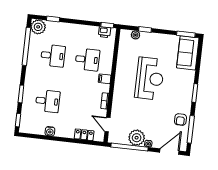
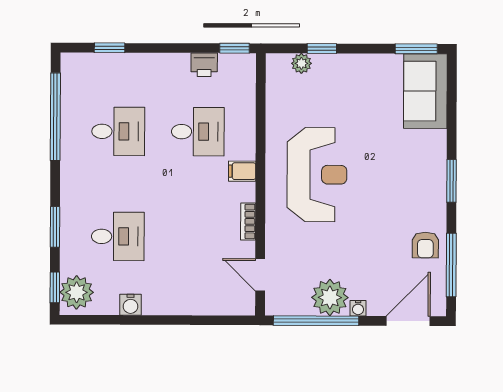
plant: (38, 27) -> (77, 292), moved
printer: (105, 32) -> (204, 65), moved
reception desk: (150, 79) -> (317, 175), moved
locker: (84, 135) -> (209, 304), removed

